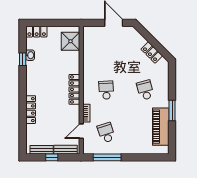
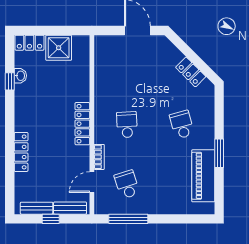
shower: (70, 41) -> (59, 48), moved

